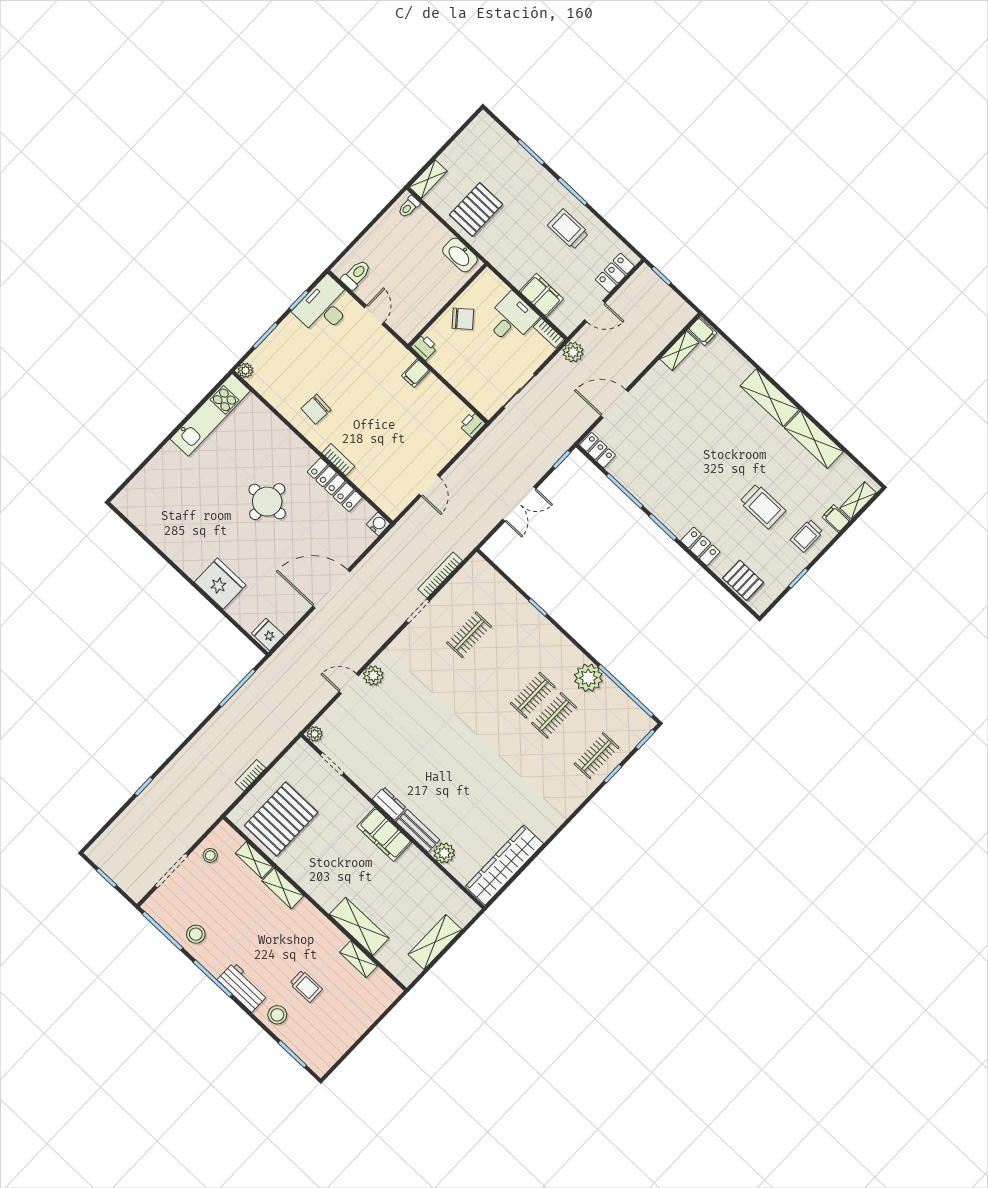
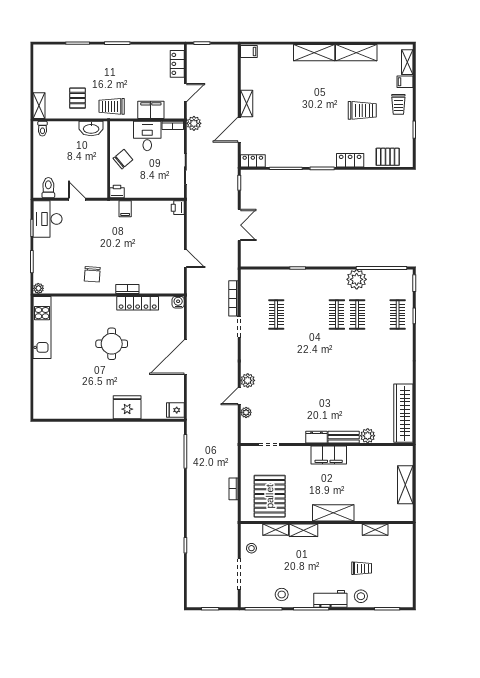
pallet: (476, 209) -> (77, 98), width x0.67, depth x0.71
trolley: (568, 229) -> (112, 106), moved
shelving: (679, 351) -> (247, 104), moved
plant: (315, 734) -> (246, 412), moved
shelving: (359, 926) -> (333, 513), moved

